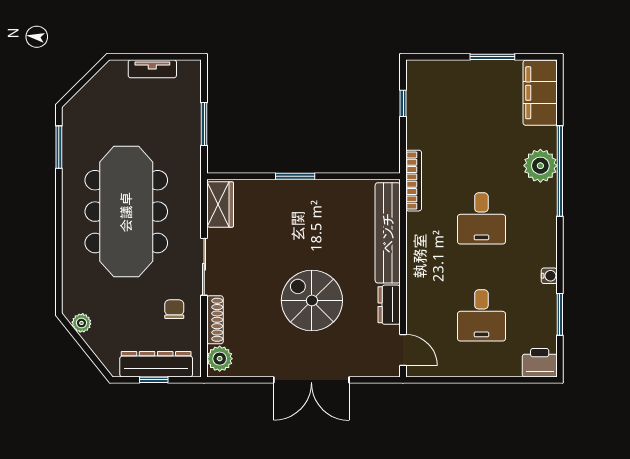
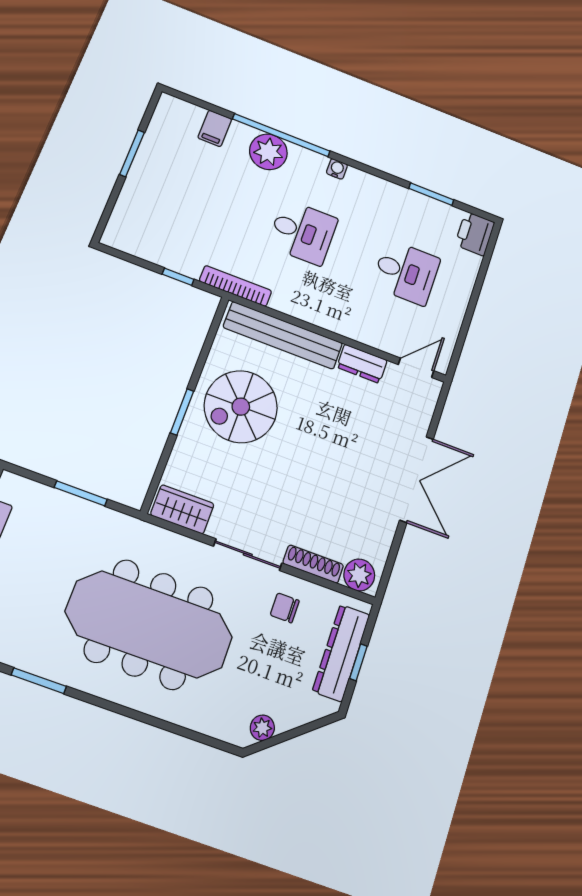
filing cabinet: (540, 93) -> (215, 128), width x0.33, depth x0.86
window: (403, 103) -> (178, 277), moved
water cooler: (549, 276) -> (337, 169), moved
spiral stairs: (312, 300) -> (241, 407), moved

